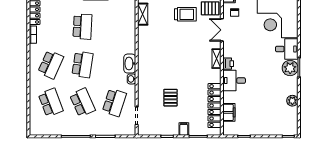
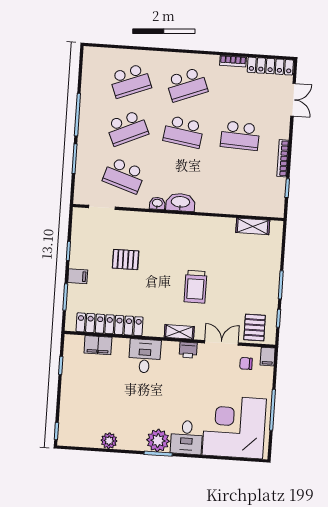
trolley: (185, 14) -> (195, 287), moved
printer: (228, 64) -> (188, 350), moved
school desk: (51, 65) -> (187, 85), turned -45

